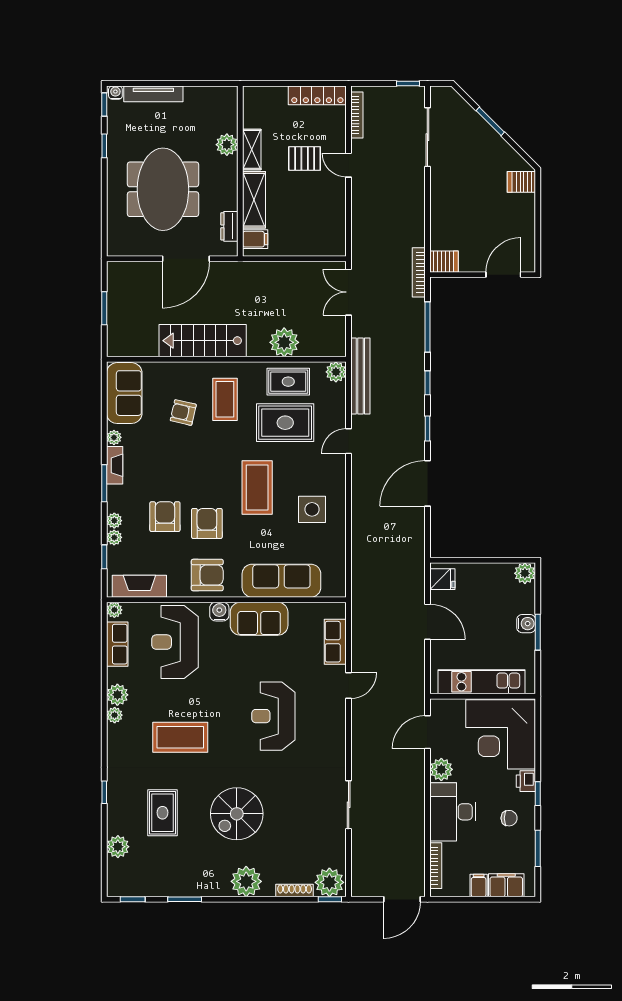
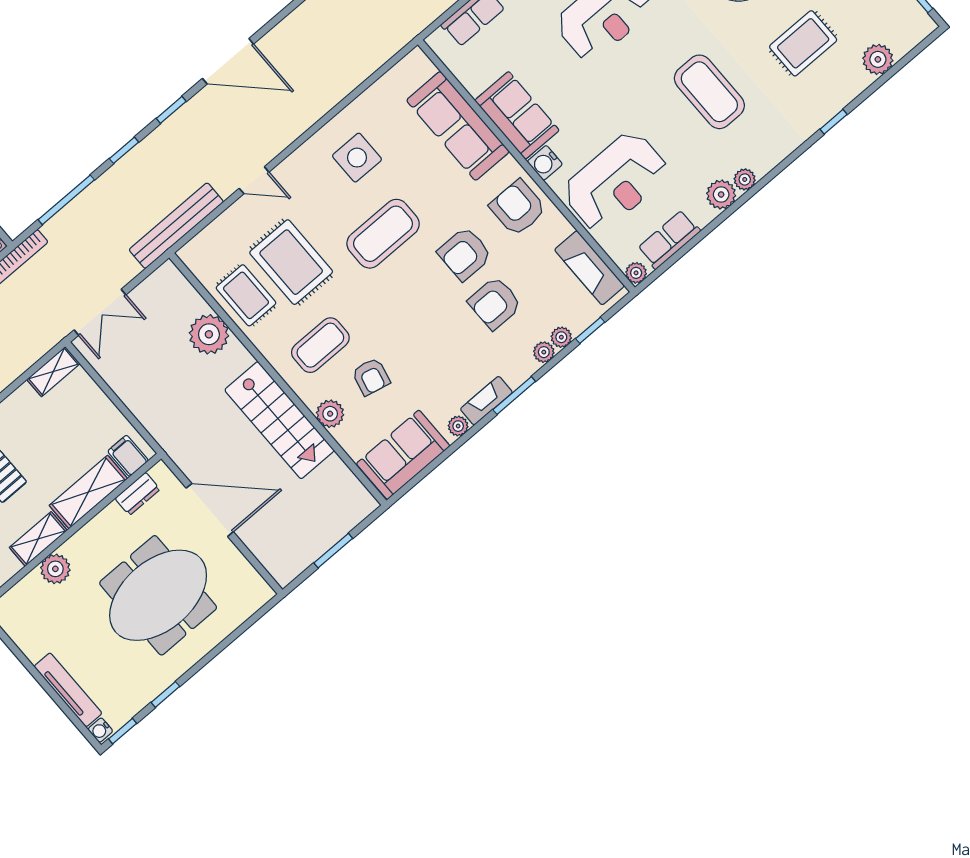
shelving: (338, 238) -> (53, 372), added
plant: (336, 372) -> (330, 414), moved

